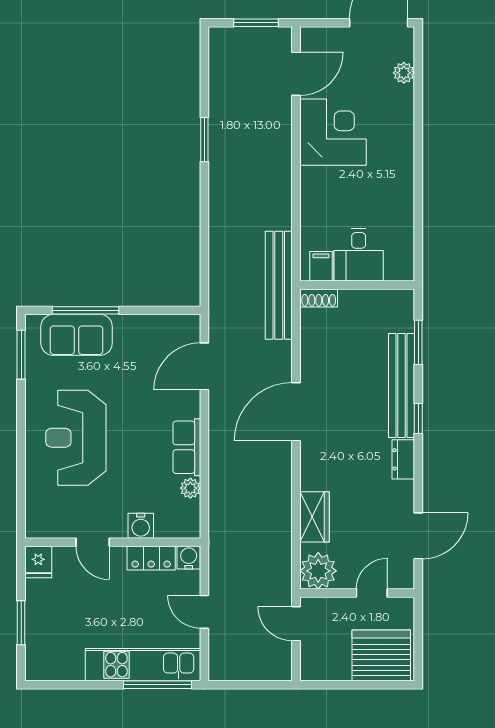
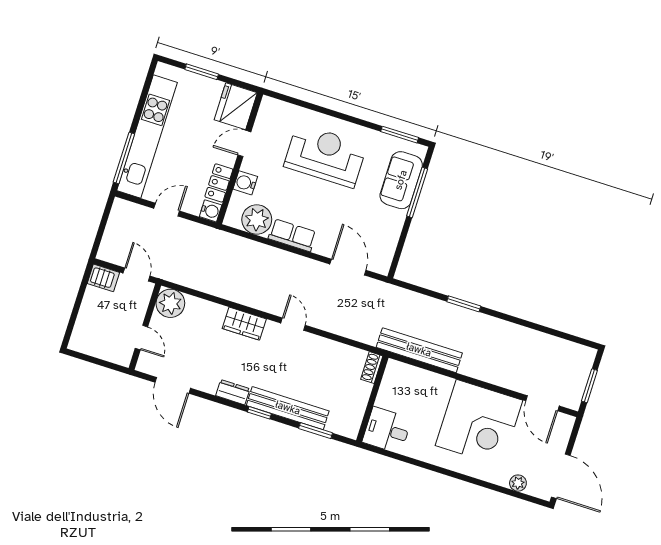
corner desk: (333, 132) -> (479, 423), width x1.36, depth x1.36
window: (204, 140) -> (464, 304), moved
desk: (359, 255) -> (387, 430), moved
filing cabinet: (321, 266) -> (395, 377), removed
bench: (279, 285) -> (419, 350), moved
door: (296, 412) -> (293, 324), width x0.53
plant: (190, 488) -> (257, 220), width x1.88, depth x1.88
wardrobe: (314, 517) -> (244, 324), moved
fridge: (38, 562) -> (236, 106), width x1.88, depth x1.34
door: (296, 624) -> (137, 275), hinge flipped
server rack: (381, 655) -> (103, 278), moved, width x0.46, depth x0.70
kitchen unit: (143, 665) -> (147, 136), width x1.36

